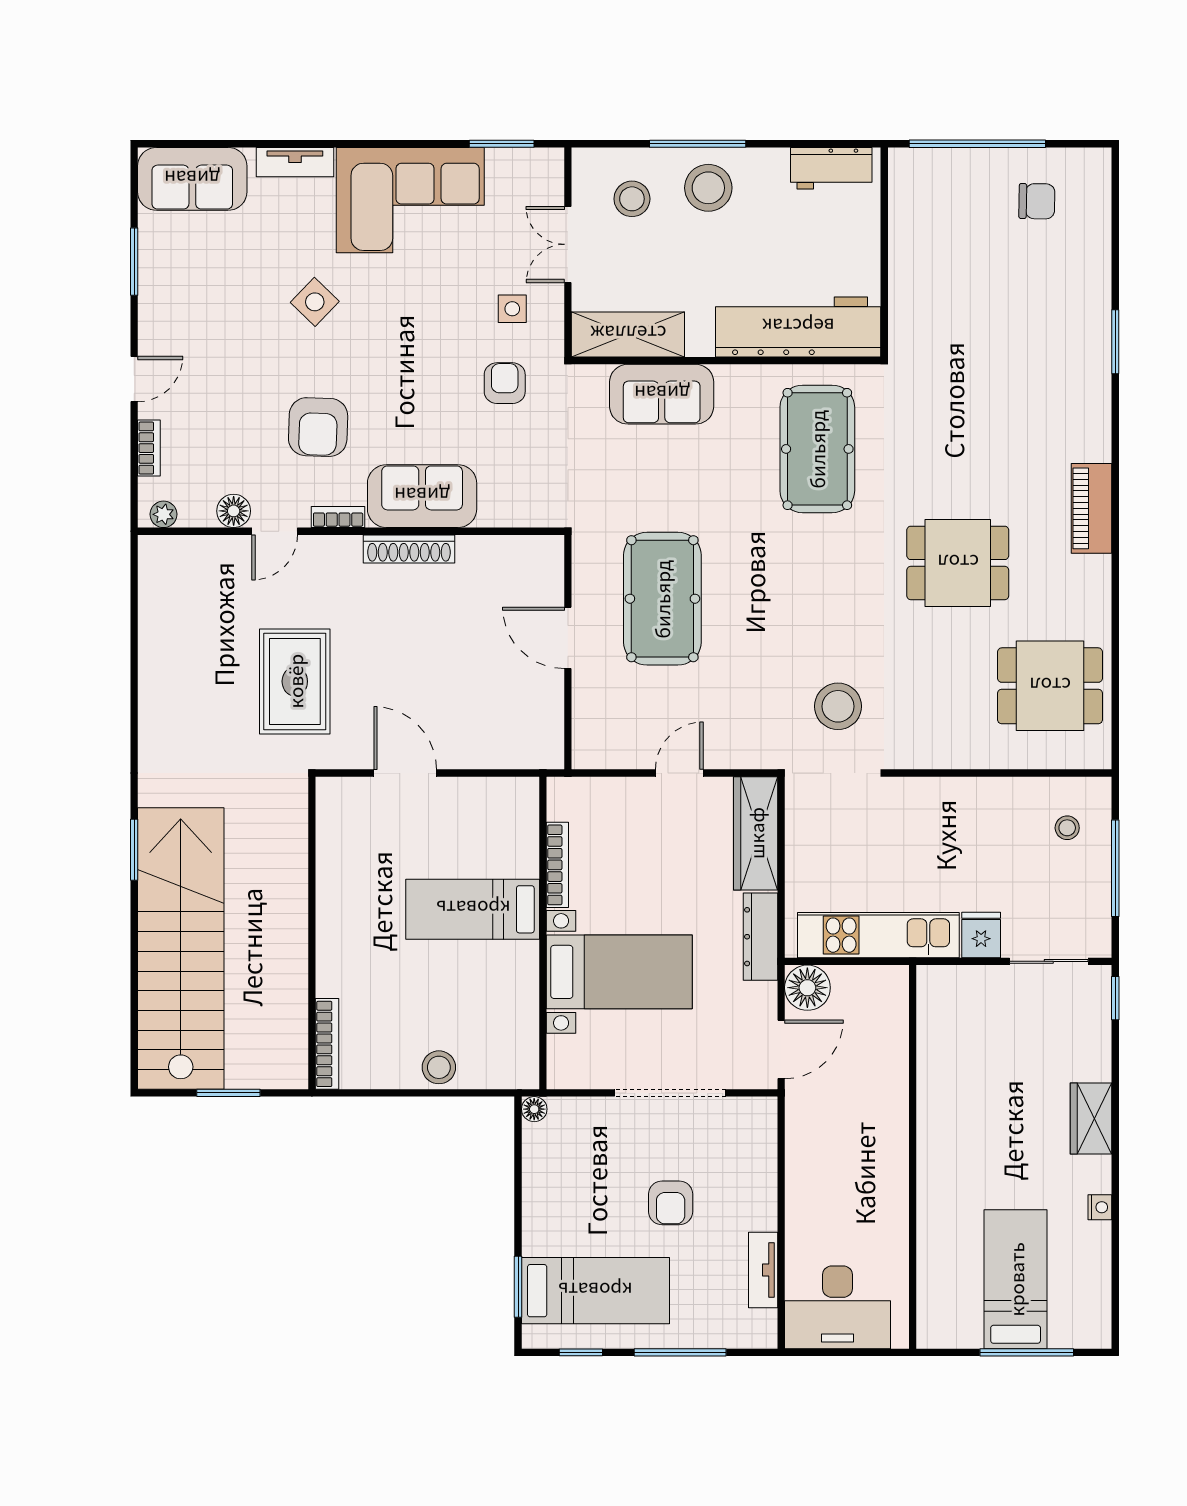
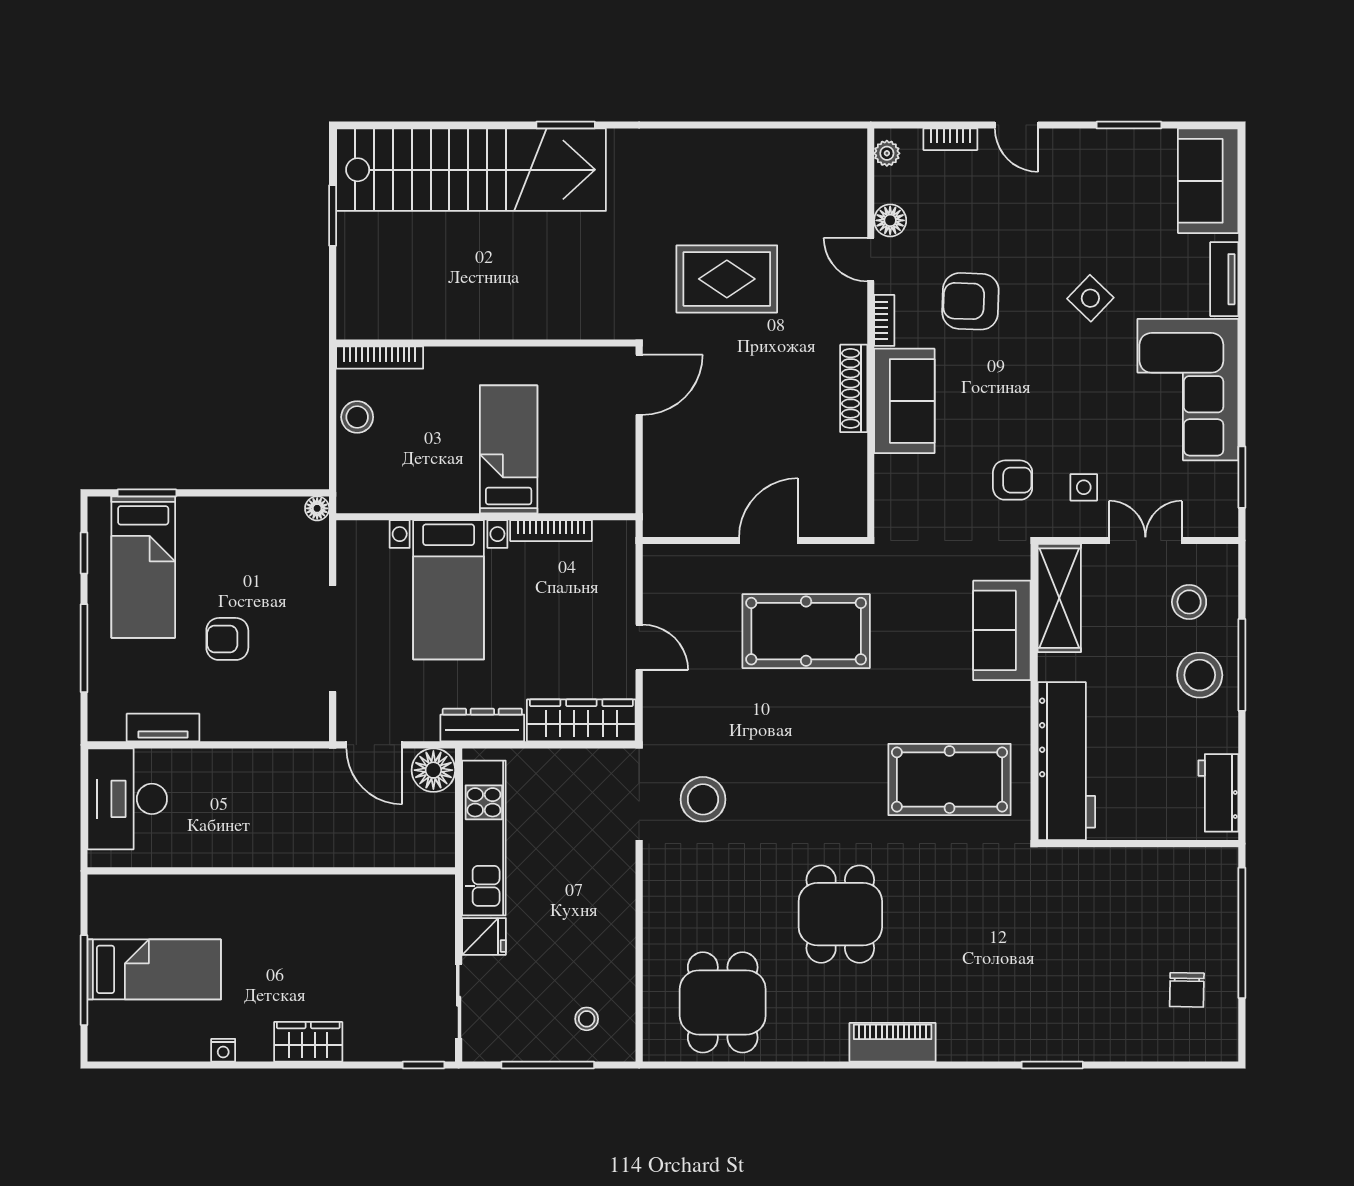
wall: (312, 933) -> (486, 343), moved
bookcase: (327, 1044) -> (380, 358), moved

